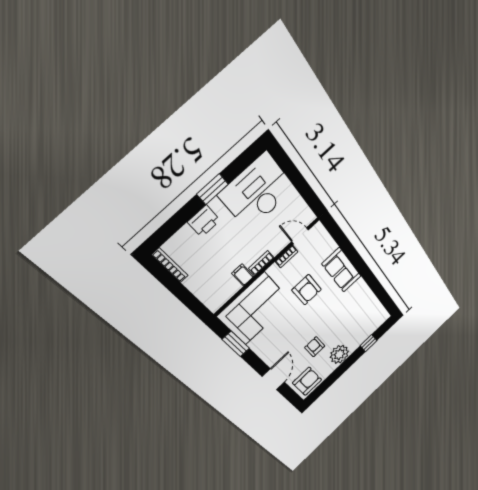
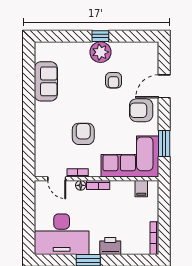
floor lamp: (276, 249) -> (81, 185), added
sofa: (342, 270) -> (46, 81), moved
filing cabinet: (243, 275) -> (141, 189), moved
window: (369, 343) -> (100, 36), moved
armchair: (307, 381) -> (141, 110), moved

